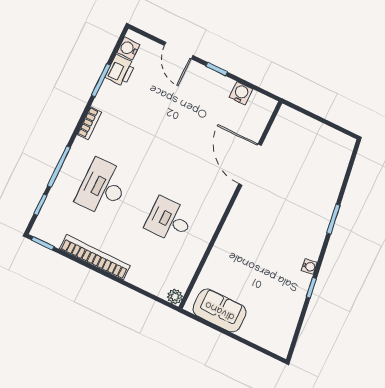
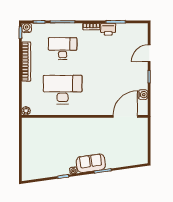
water cooler: (128, 48) -> (27, 28), moved
printer: (120, 71) -> (108, 29), moved
door: (250, 165) -> (125, 116), moved
desk: (169, 220) -> (63, 90), width x1.87, depth x1.30
sofa: (220, 310) -> (91, 163), moved, turned -98

